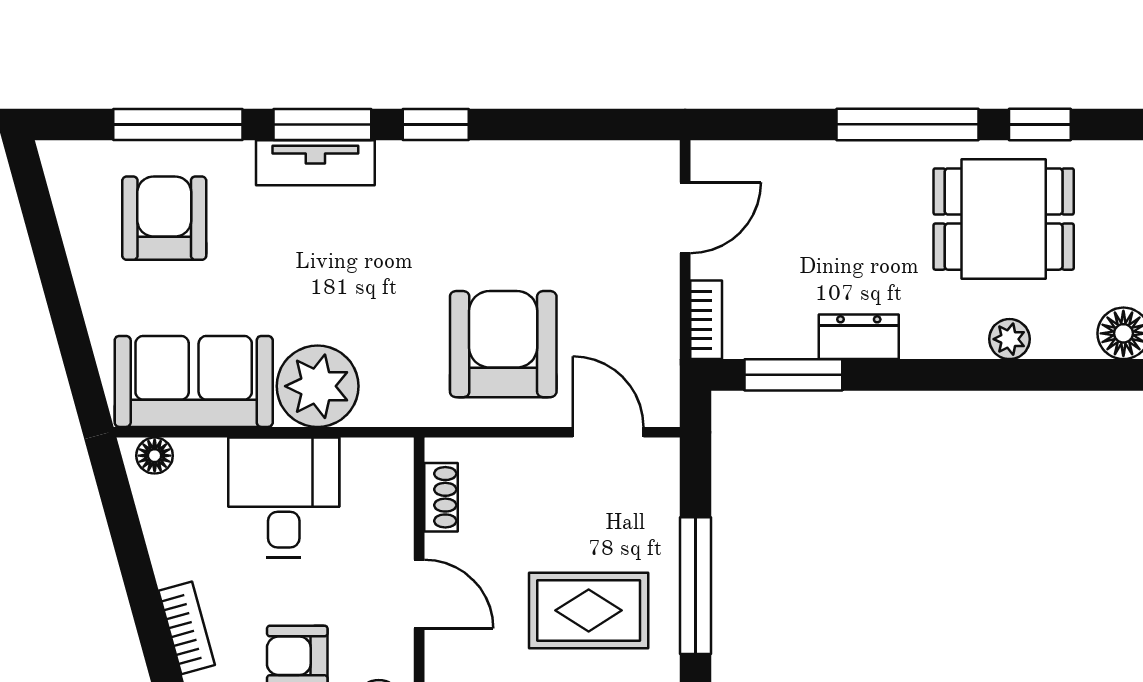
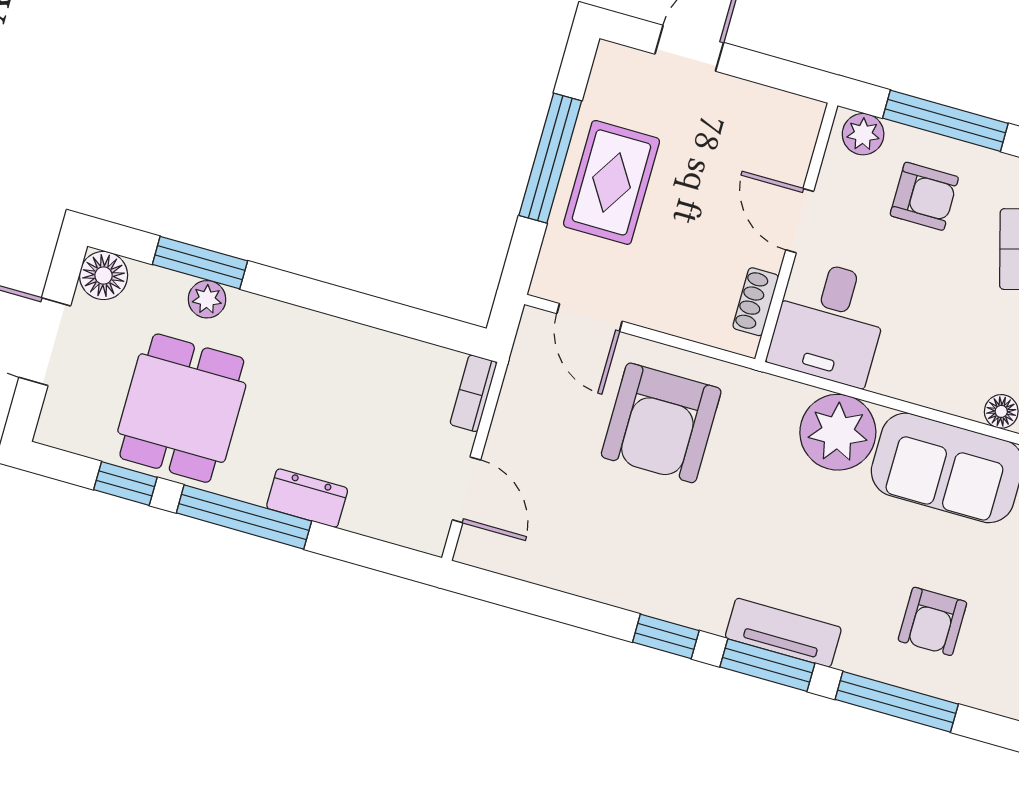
armchair: (164, 218) -> (932, 621), width x0.72, depth x0.72
door: (685, 218) -> (466, 490), swing flipped
dining table: (1004, 219) -> (182, 408), turned 90
dresser: (859, 337) -> (307, 498), moved, turned 180
window: (793, 375) -> (200, 263), moved
desk: (284, 497) -> (829, 323), moved
rug: (589, 610) -> (611, 182), moved, turned 90

